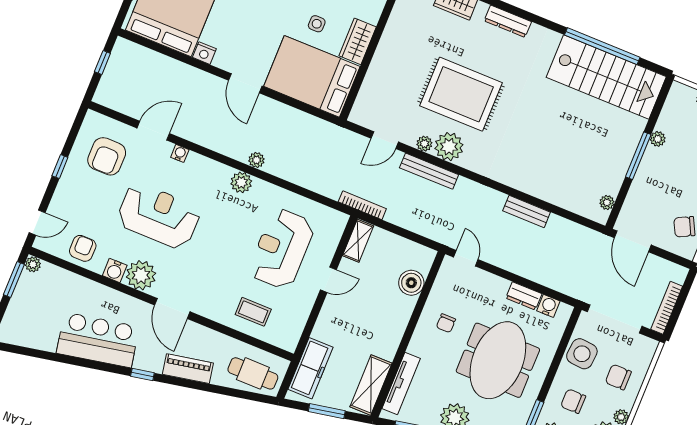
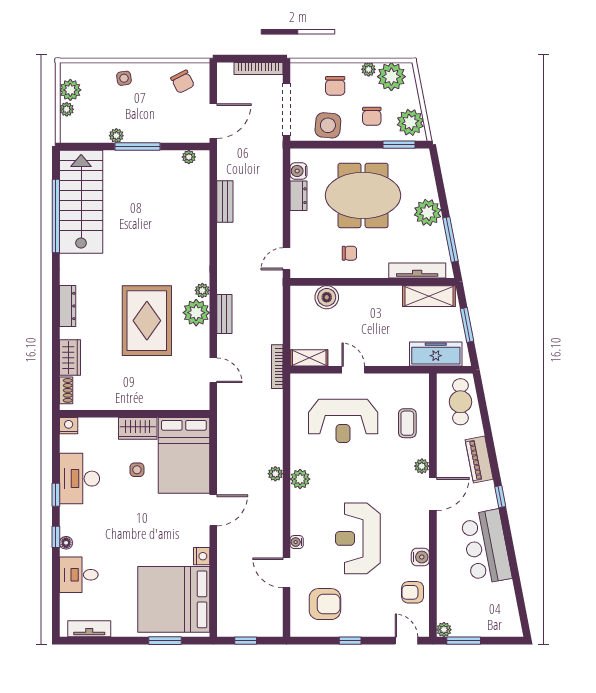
plant: (424, 144) -> (202, 290), moved
bench: (429, 171) -> (224, 314), width x0.73
bench: (527, 212) -> (225, 201), moved
plant: (141, 275) -> (422, 466), moved, width x0.53, depth x0.53

